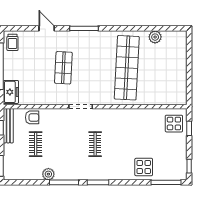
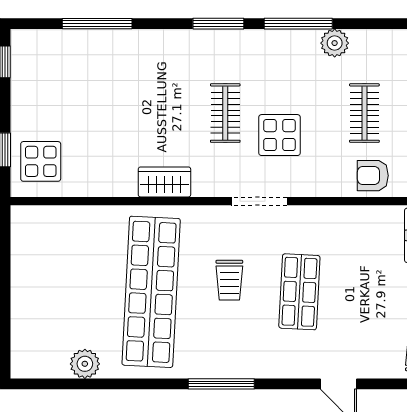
window: (84, 28) -> (221, 384), moved
trolley: (93, 73) -> (229, 280), added
wardrobe: (121, 115) -> (164, 182), added
display table: (144, 167) -> (279, 135), moved
window: (166, 182) -> (97, 24), moved

